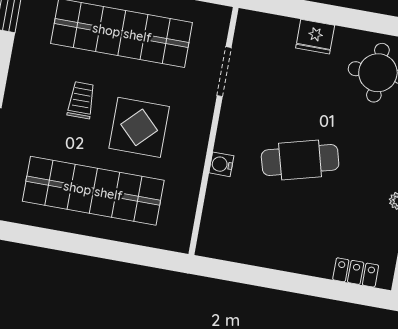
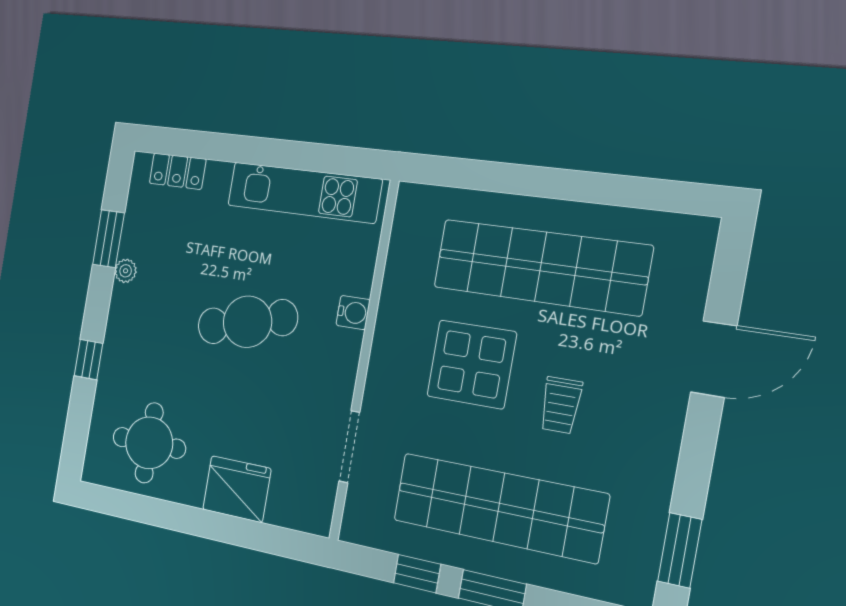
fridge: (315, 37) -> (237, 489), width x1.36, depth x1.34
kitchen unit: (258, 250) -> (304, 192), added

